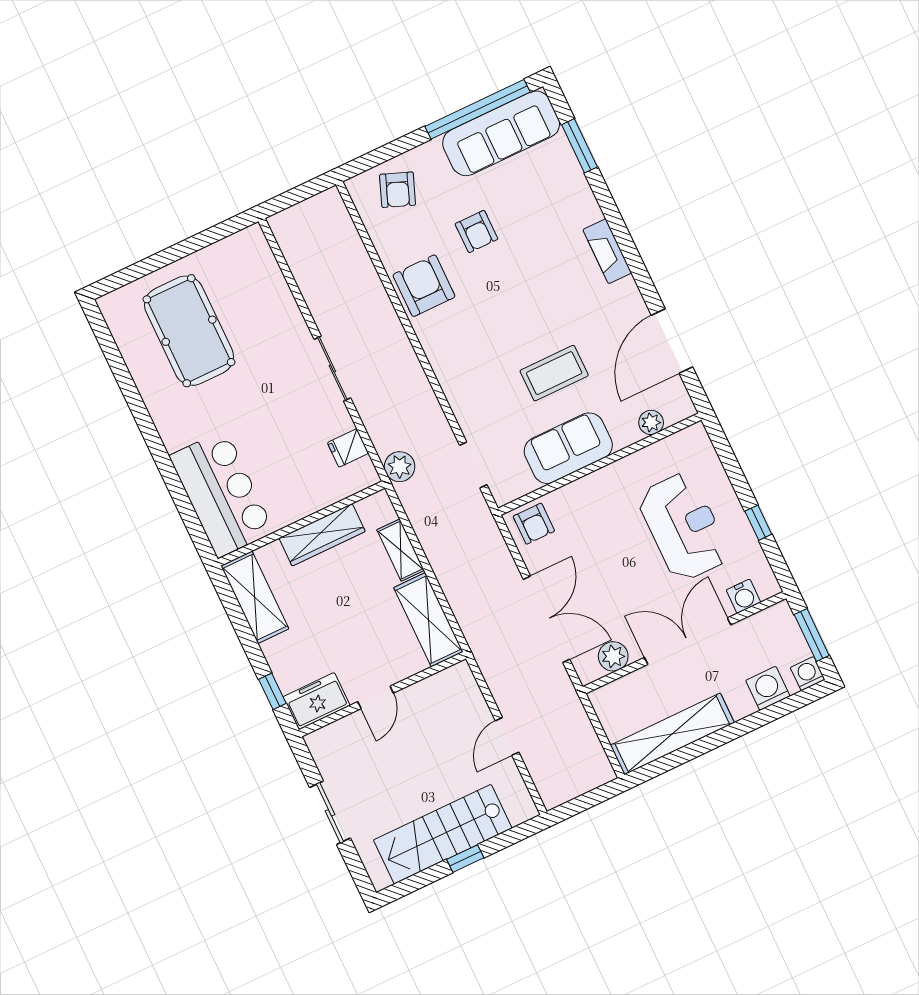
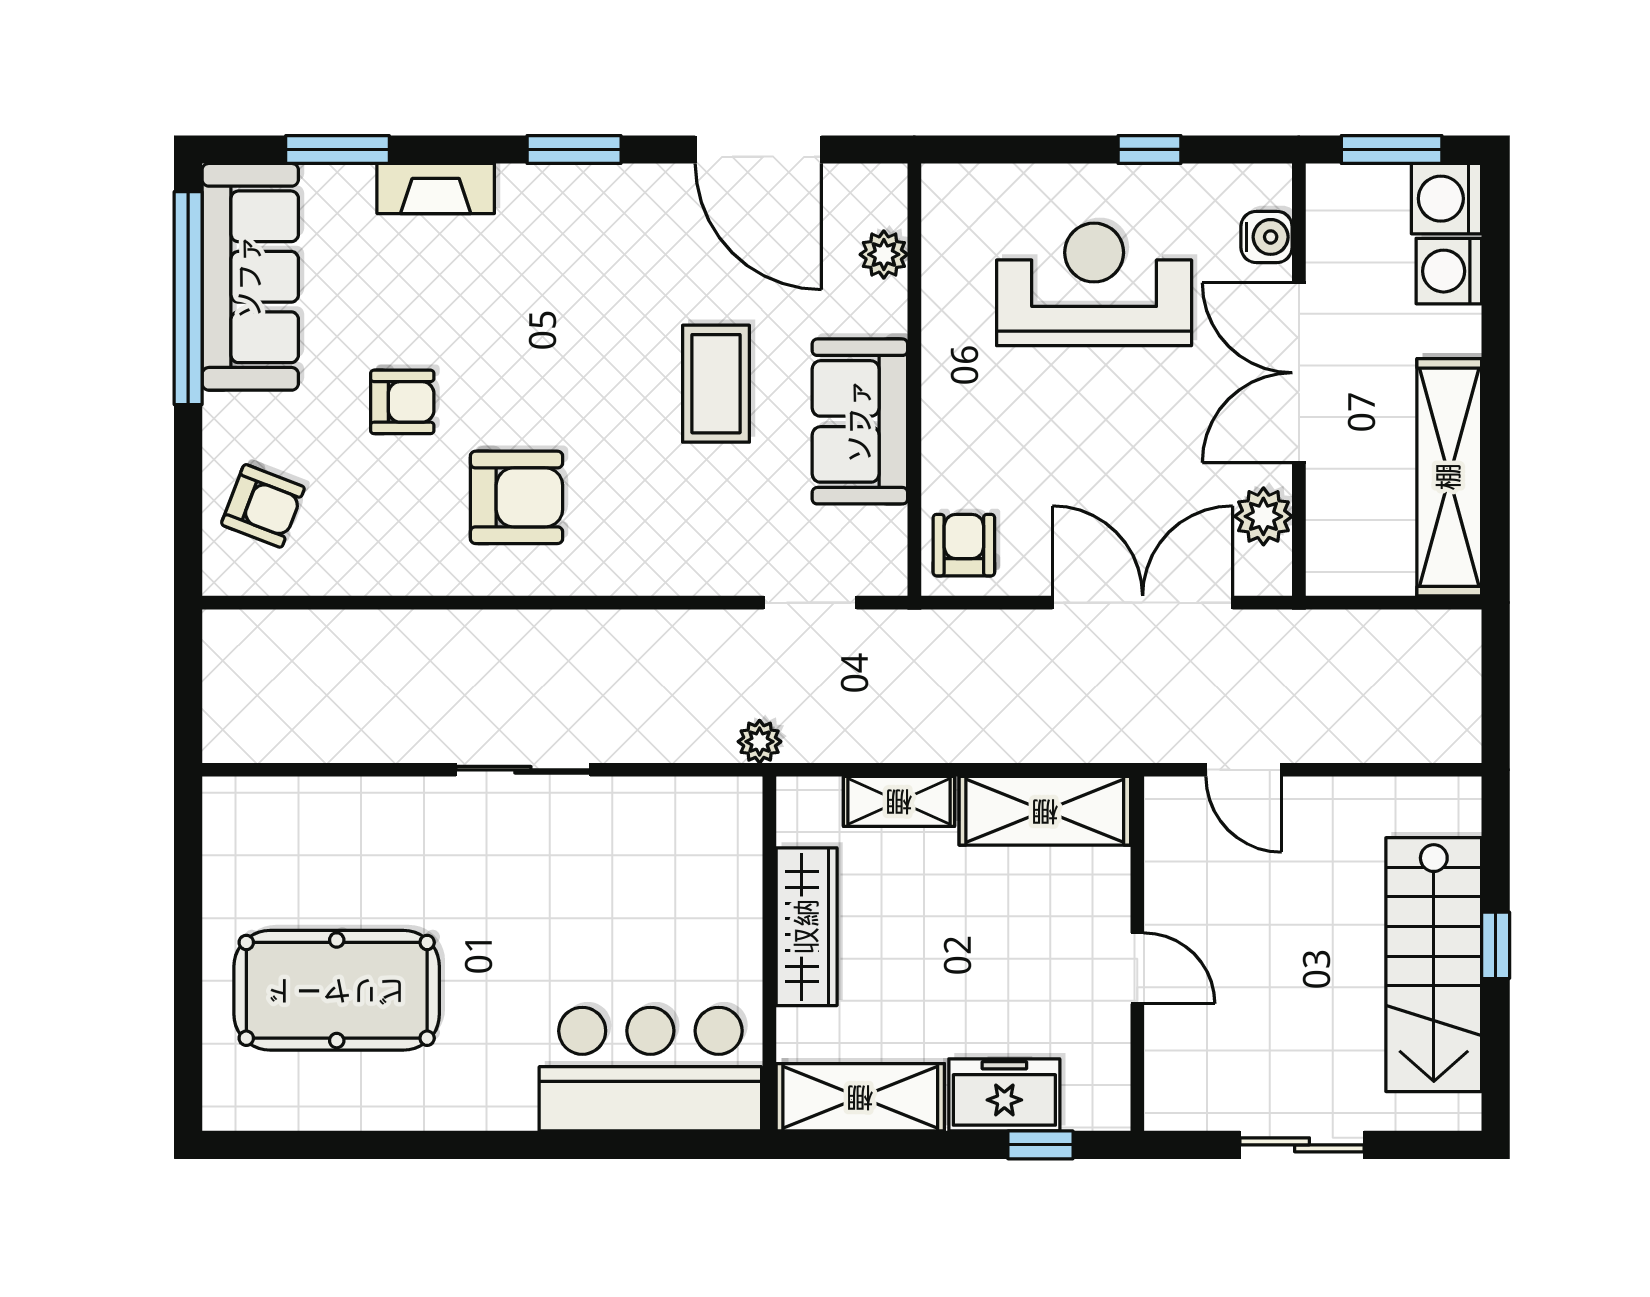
fireplace: (607, 251) -> (436, 189), moved
window: (632, 256) -> (574, 149), added
armchair: (424, 286) -> (516, 497), moved, turned 180
fridge: (348, 448) -> (676, 809), removed
plant: (400, 467) -> (760, 742), width x0.73, depth x0.73
armchair: (534, 524) -> (964, 545), turned -90
washing machine: (808, 674) -> (1446, 199), width x1.38, depth x1.38
freezer: (316, 701) -> (1004, 1095), moved, turned 90
door: (507, 736) -> (1244, 770), moved

